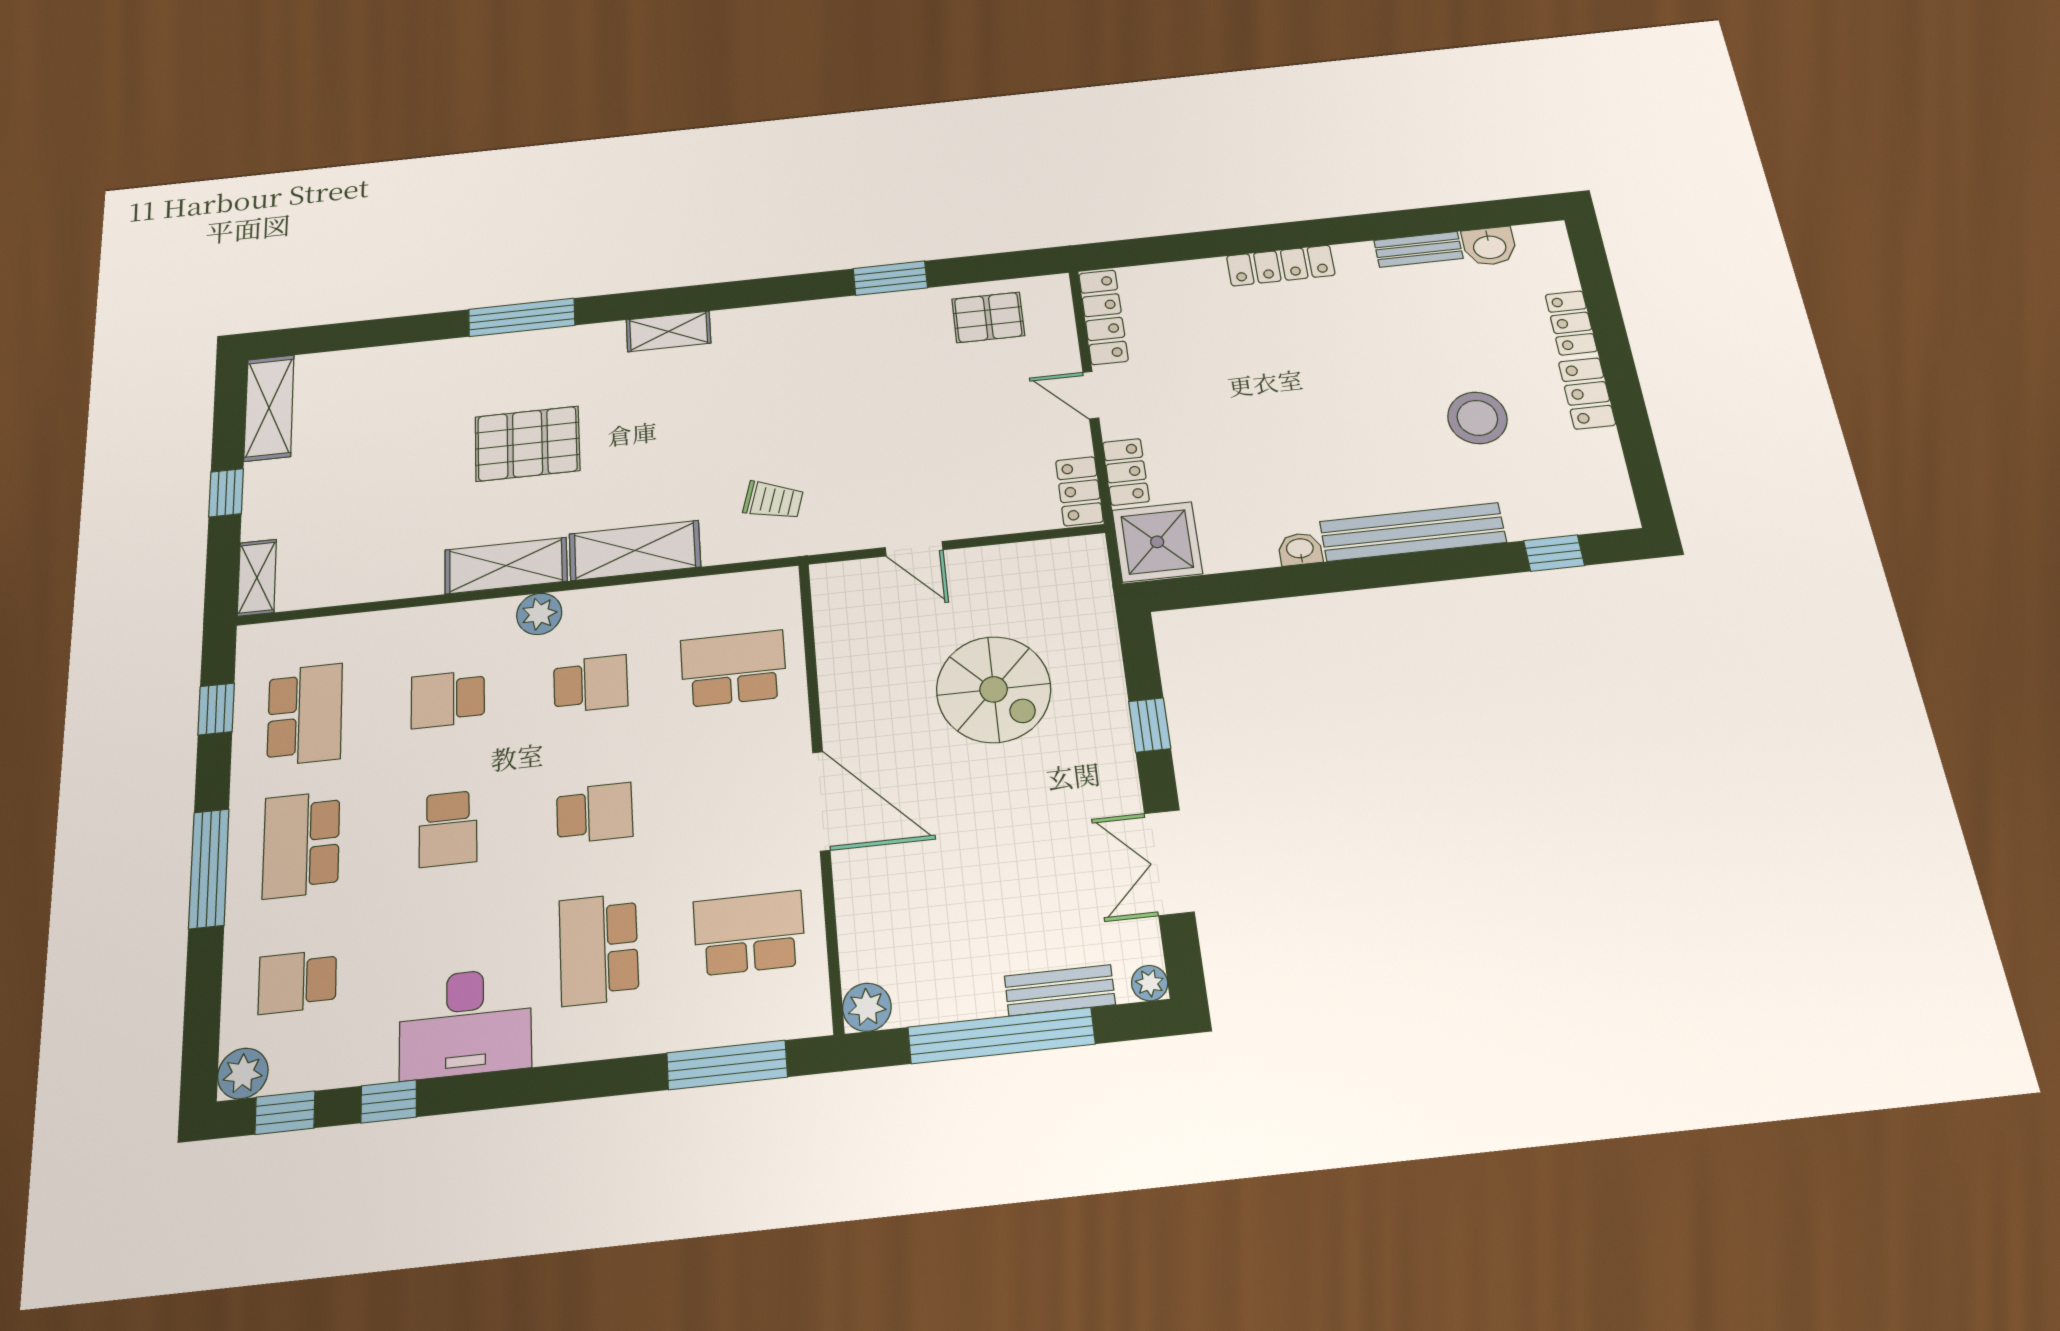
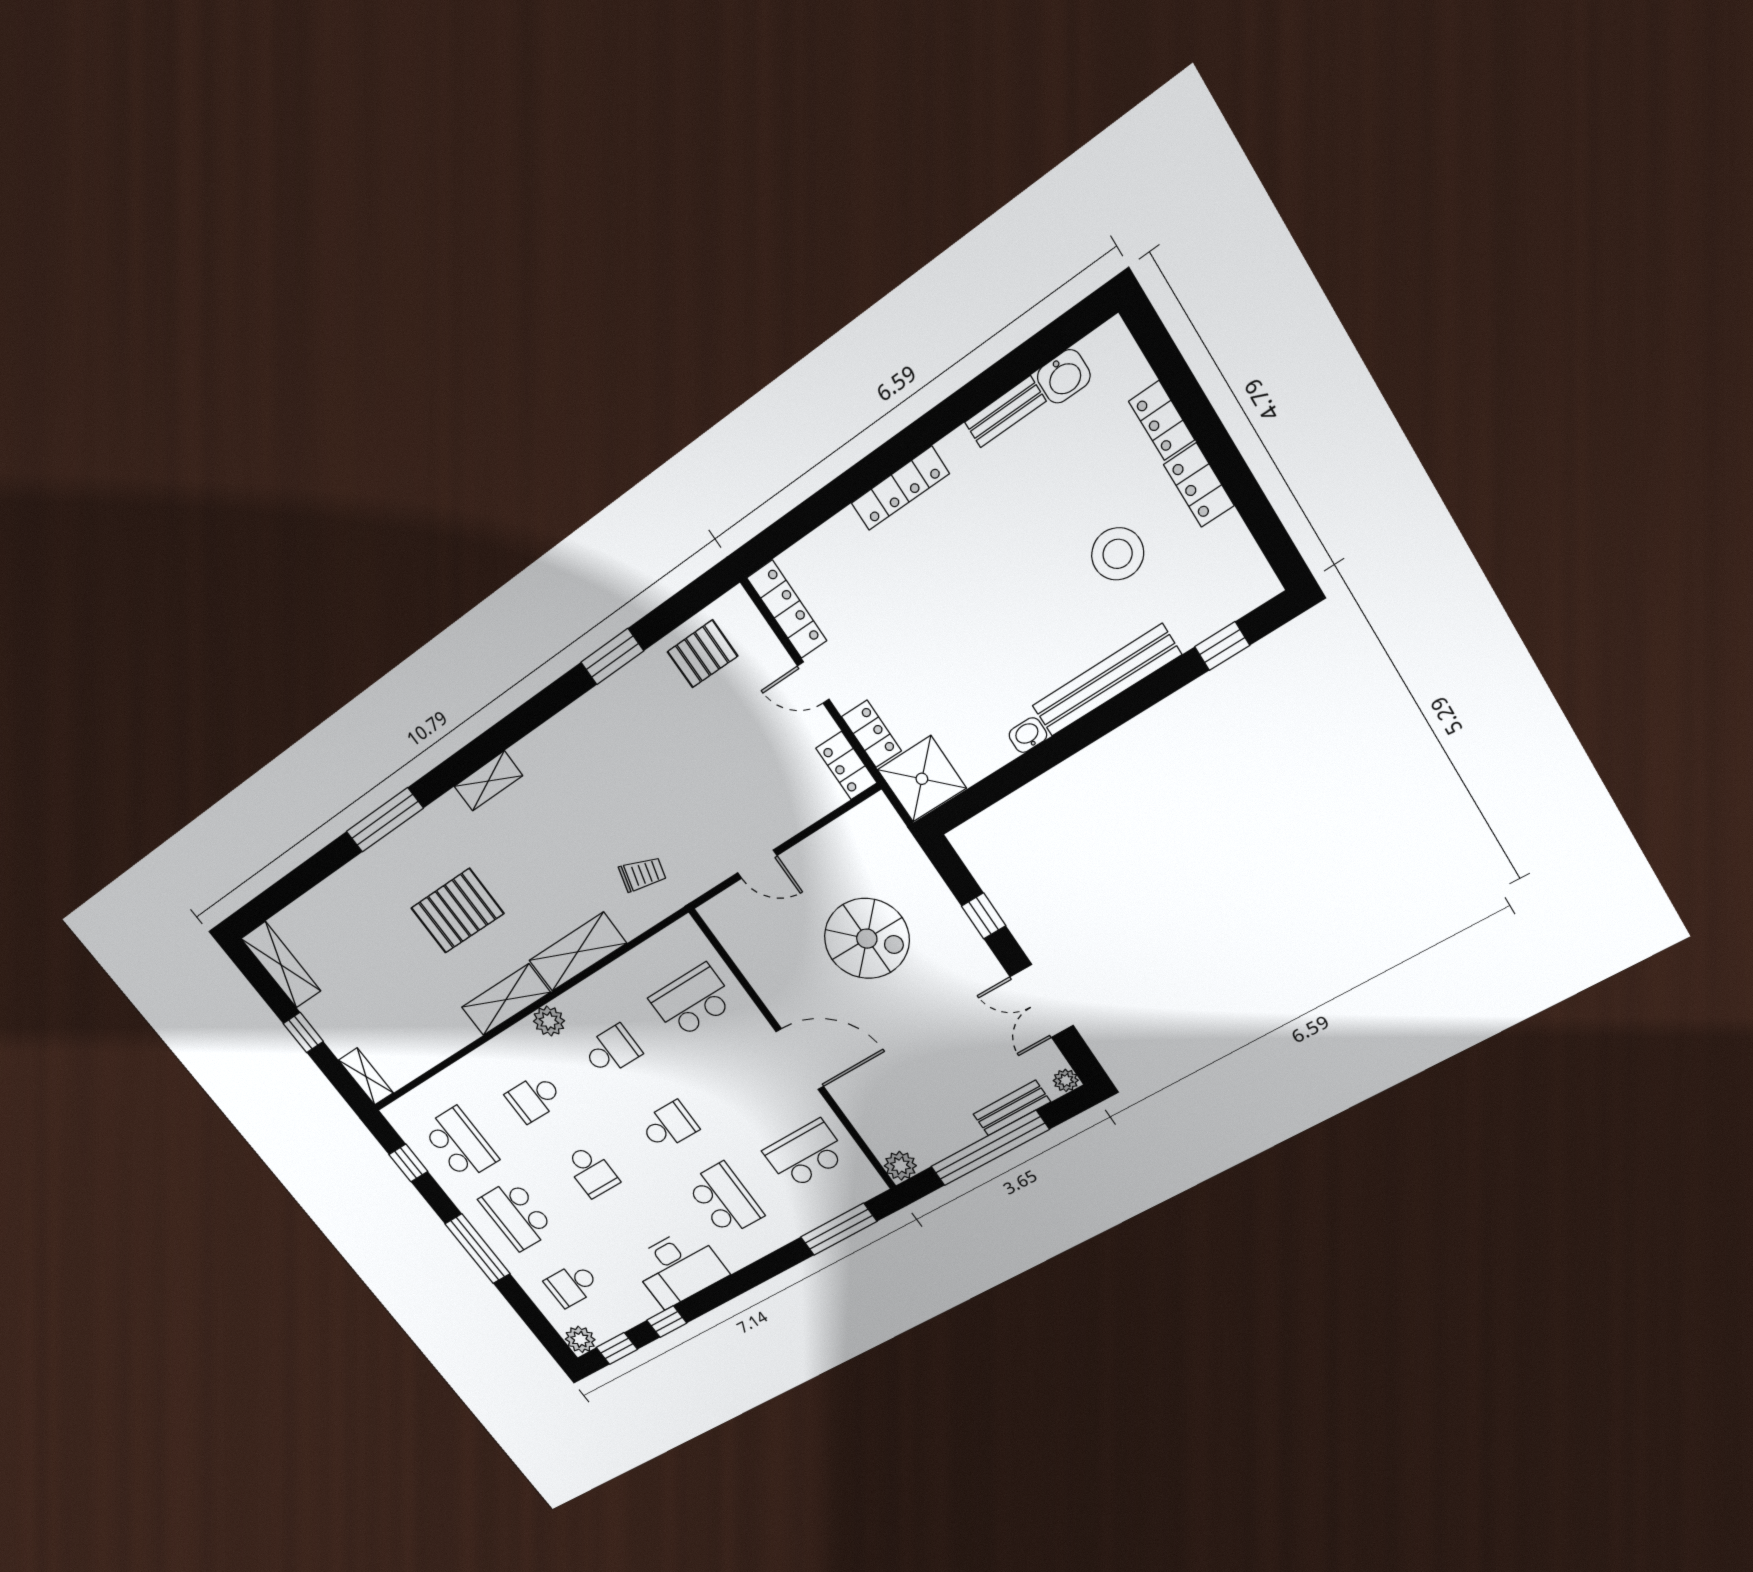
school desk: (599, 949) -> (725, 1199), turned 180

